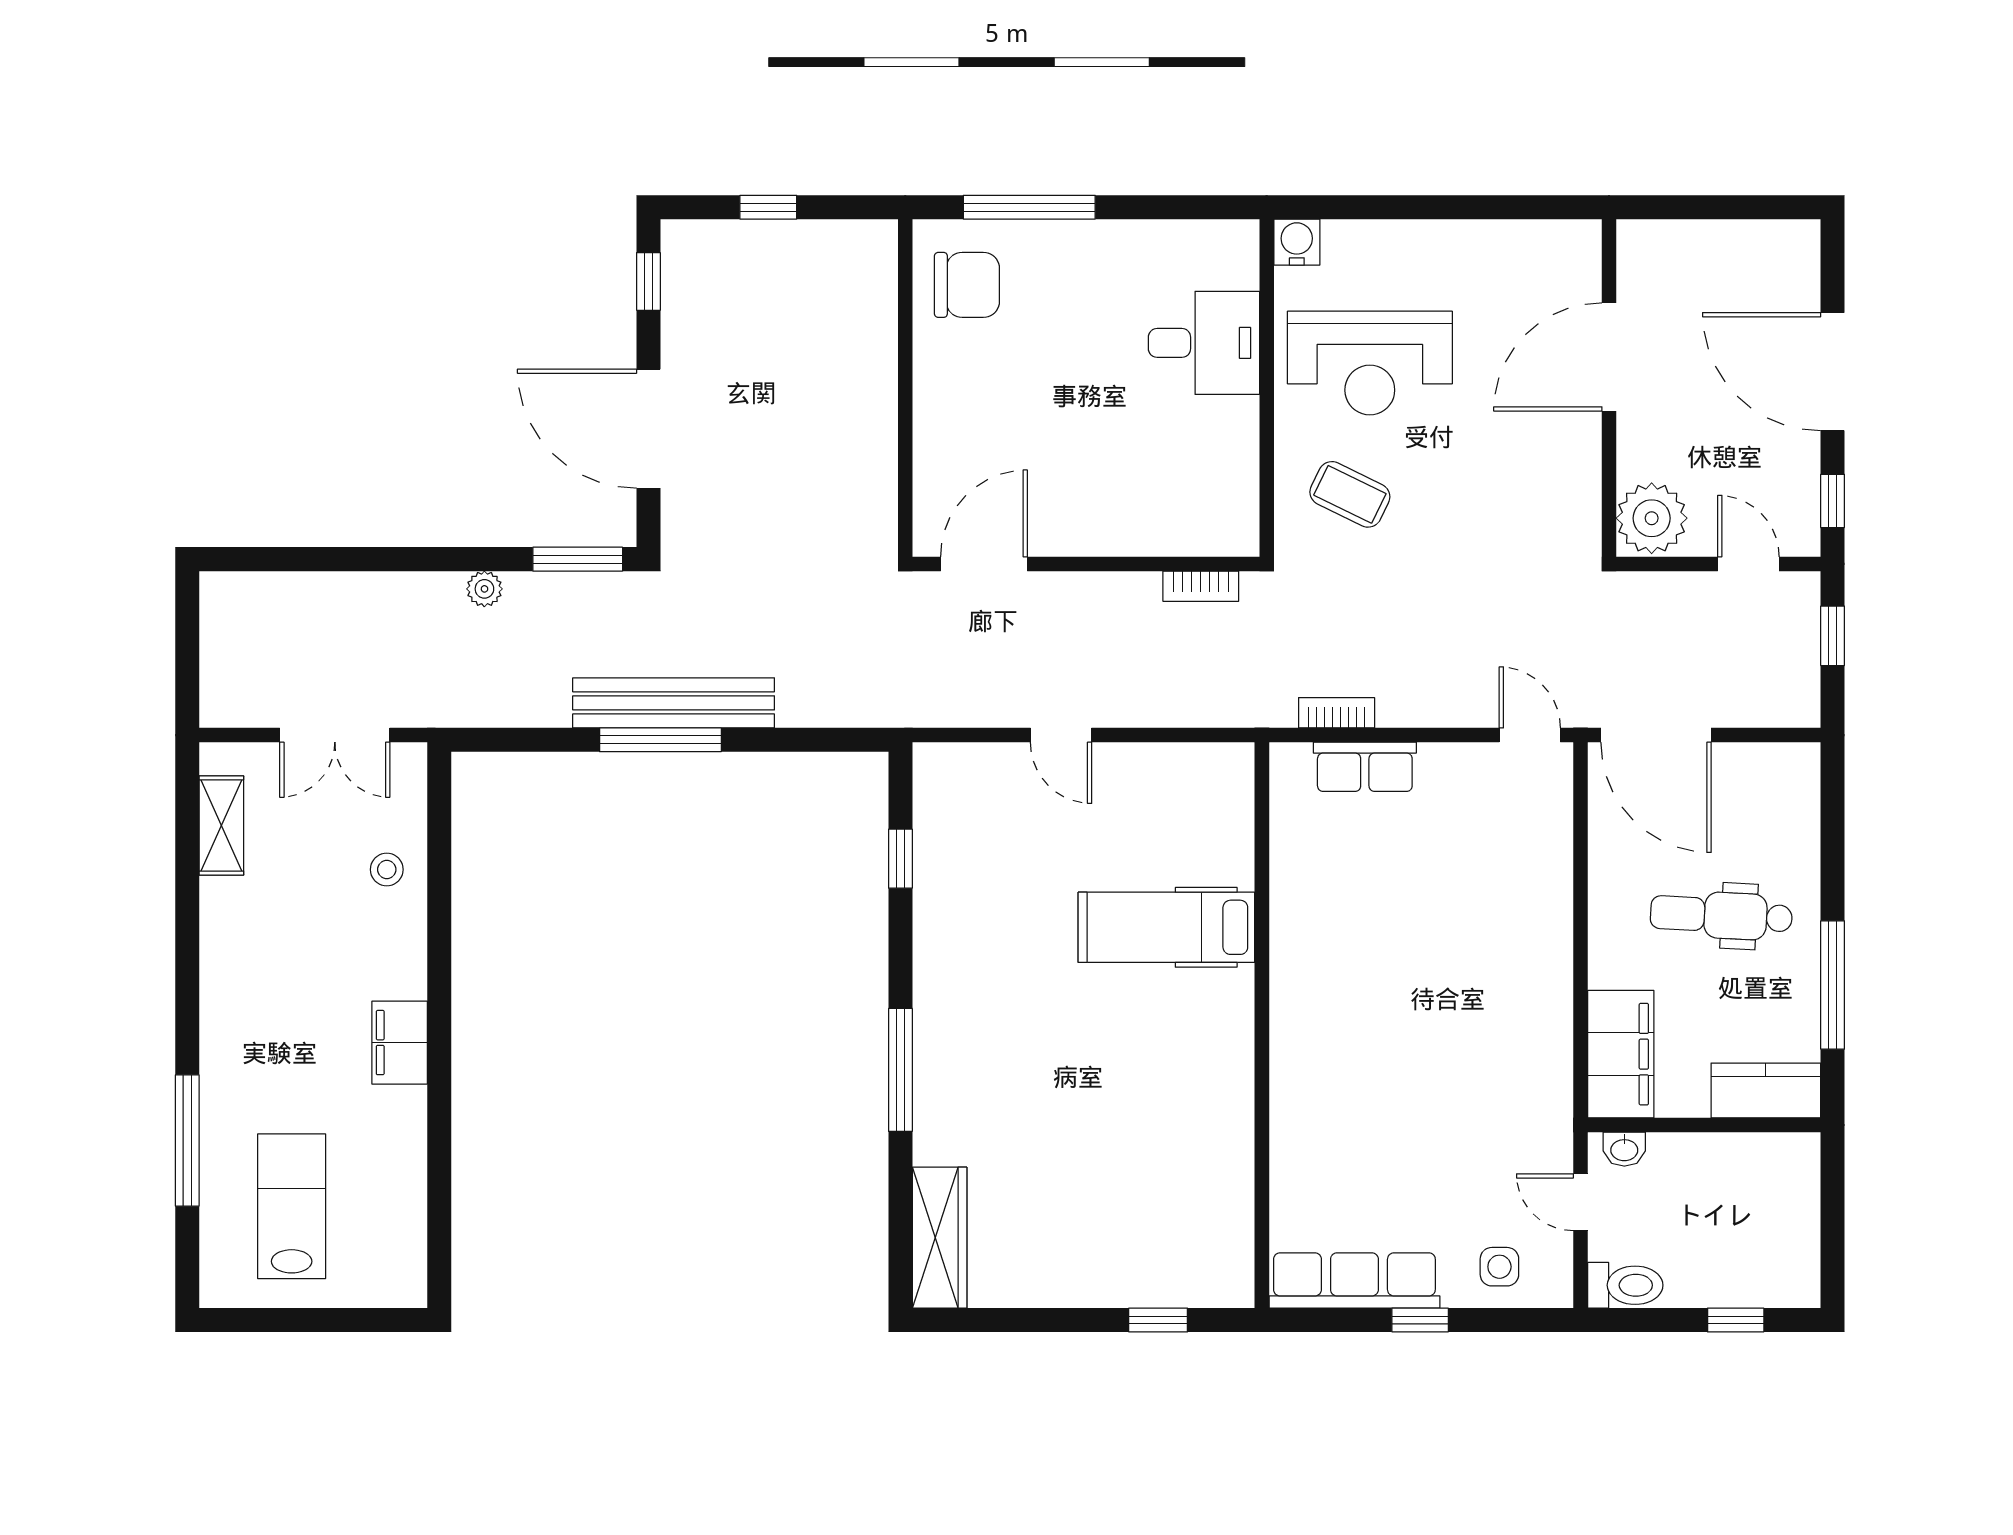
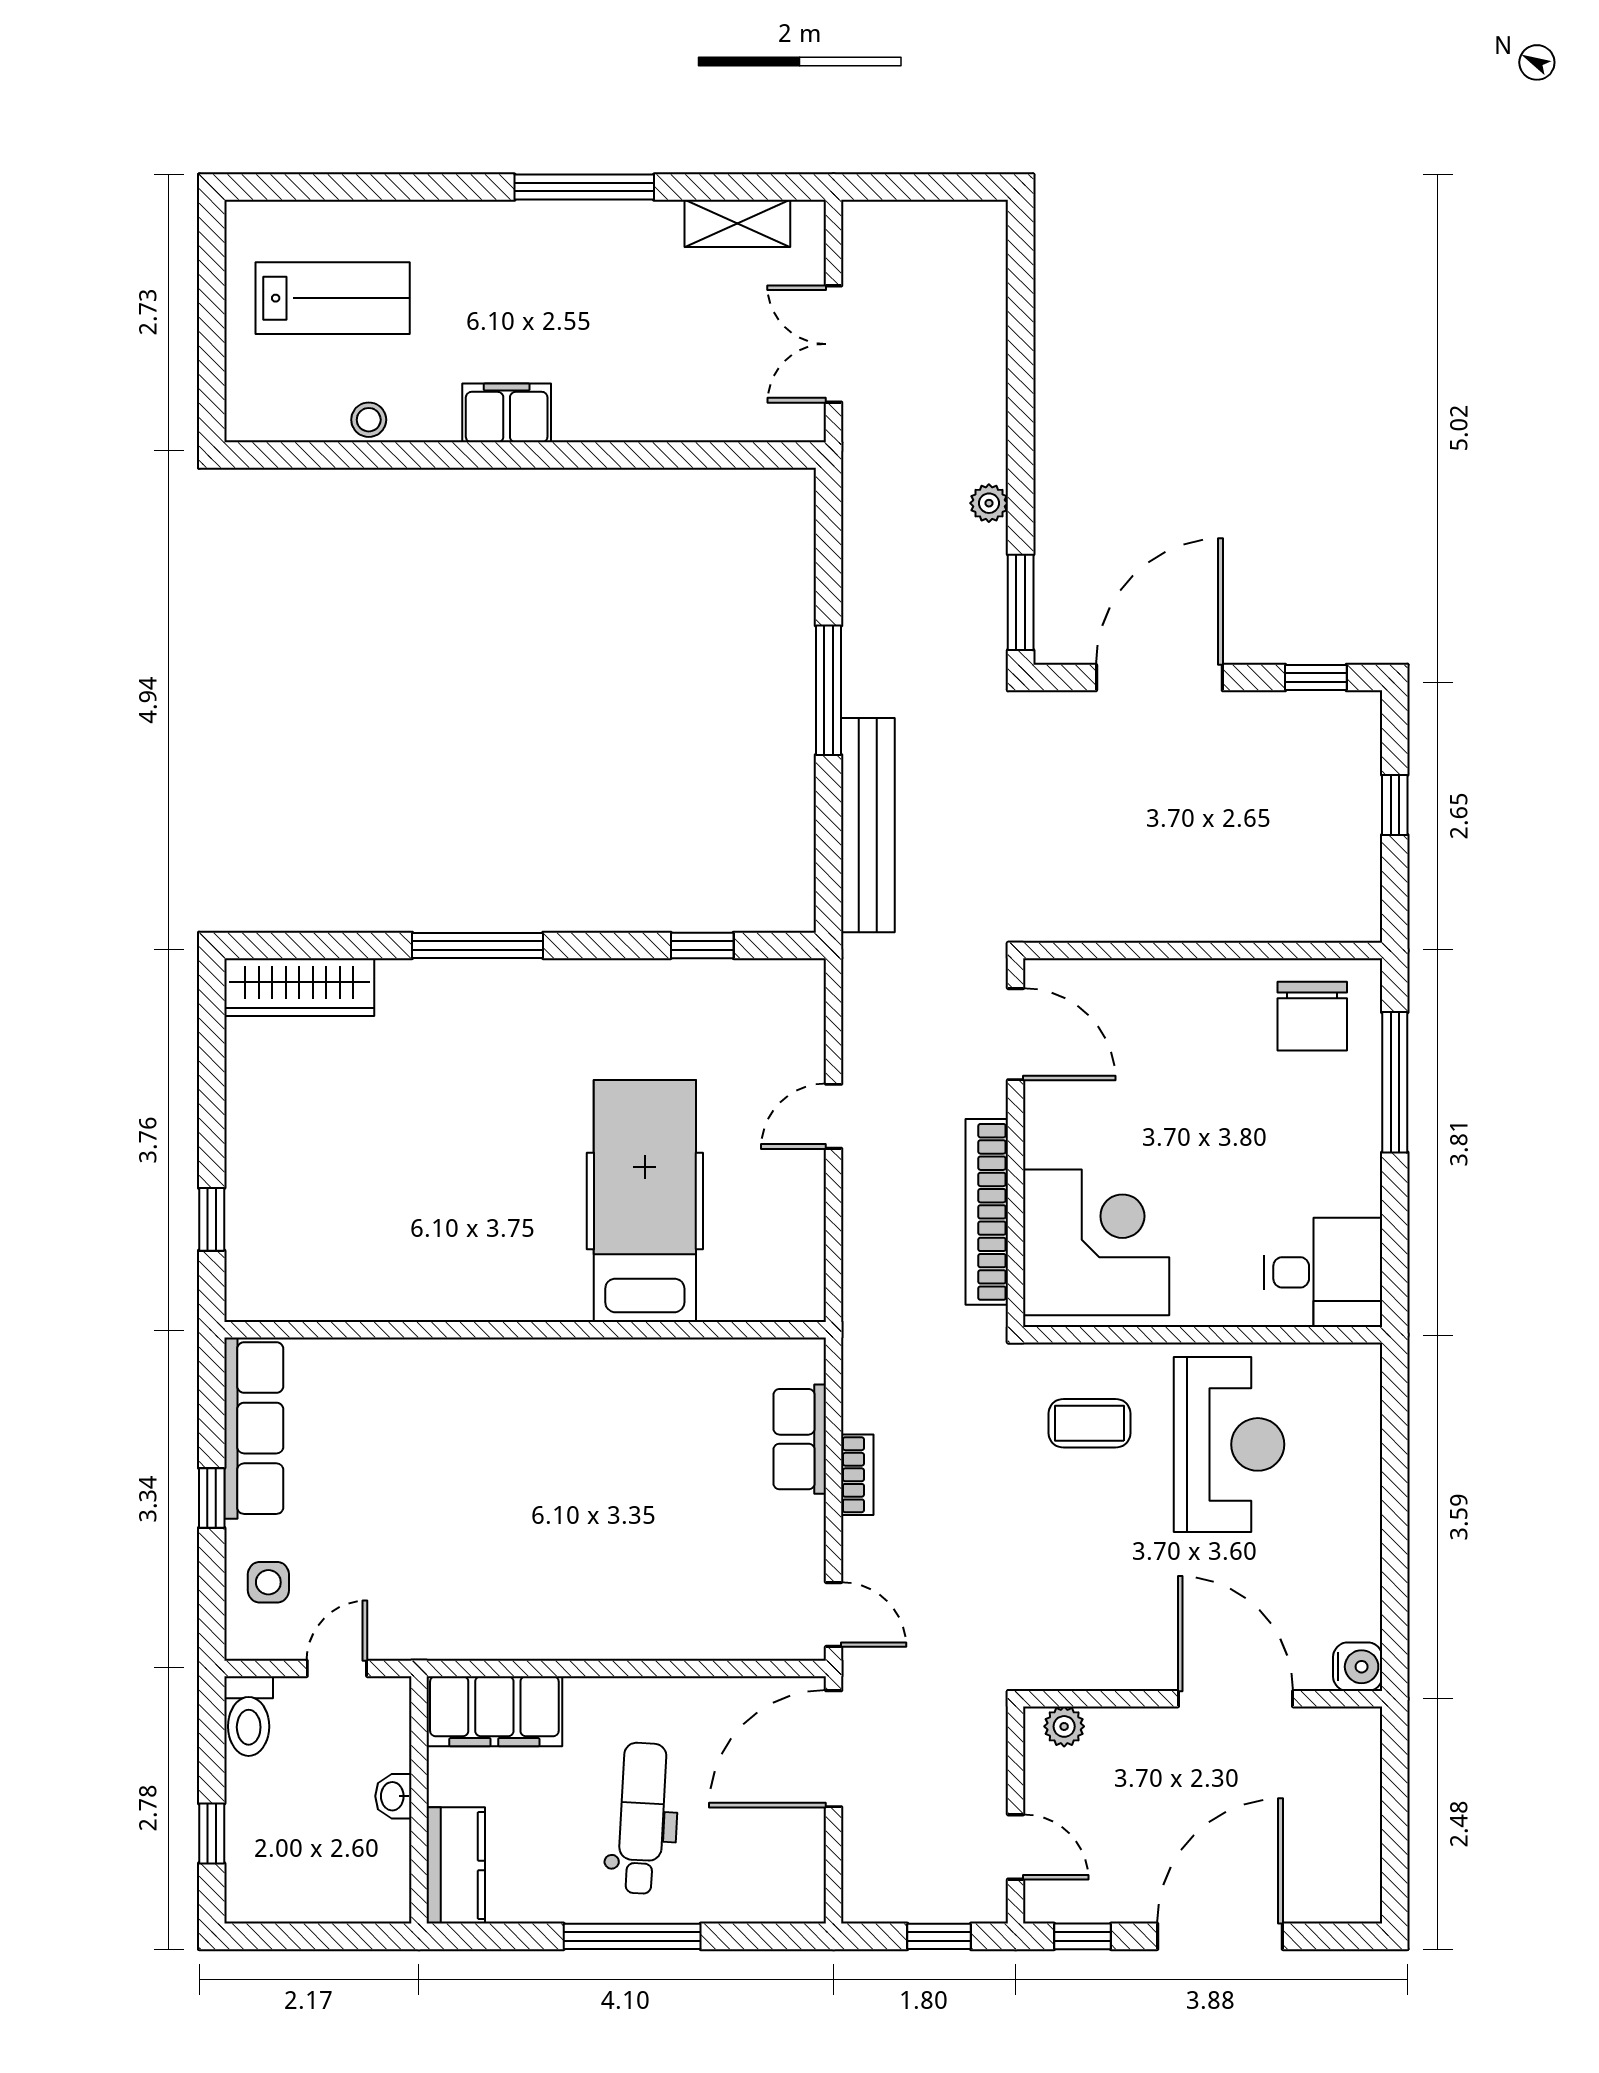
water cooler: (1297, 242) -> (1358, 1667), moved
desk: (1204, 343) -> (1323, 1272), moved, turned -90
reception desk: (1370, 363) -> (1229, 1444), turned 180
corner desk: (1180, 488) -> (1096, 1242), added
coffee table: (1350, 494) -> (1089, 1423), turned 64
plant: (1652, 518) -> (1064, 1726), width x0.53, depth x0.53
door: (1748, 564) -> (1016, 1847), hinge flipped
bookcase: (1201, 586) -> (987, 1212), width x2.31, depth x1.31
bench: (674, 703) -> (868, 825), moved
bookcase: (1337, 713) -> (857, 1475), moved
door: (1530, 735) -> (834, 1614), hinge flipped
stool: (387, 870) -> (369, 420), moved
hospital bed: (1166, 927) -> (645, 1201), width x1.37, depth x1.29
window: (1833, 985) -> (632, 1936), moved
window: (187, 1141) -> (584, 187), moved
washbasin: (1624, 1149) -> (393, 1796), moved

